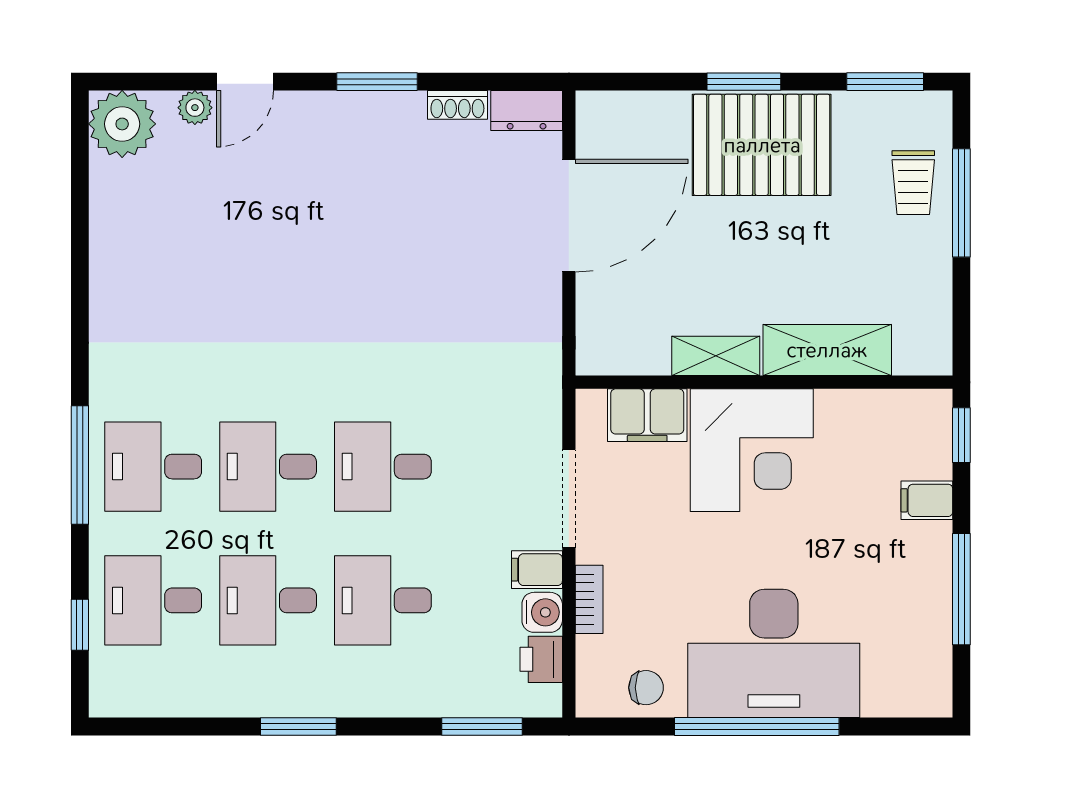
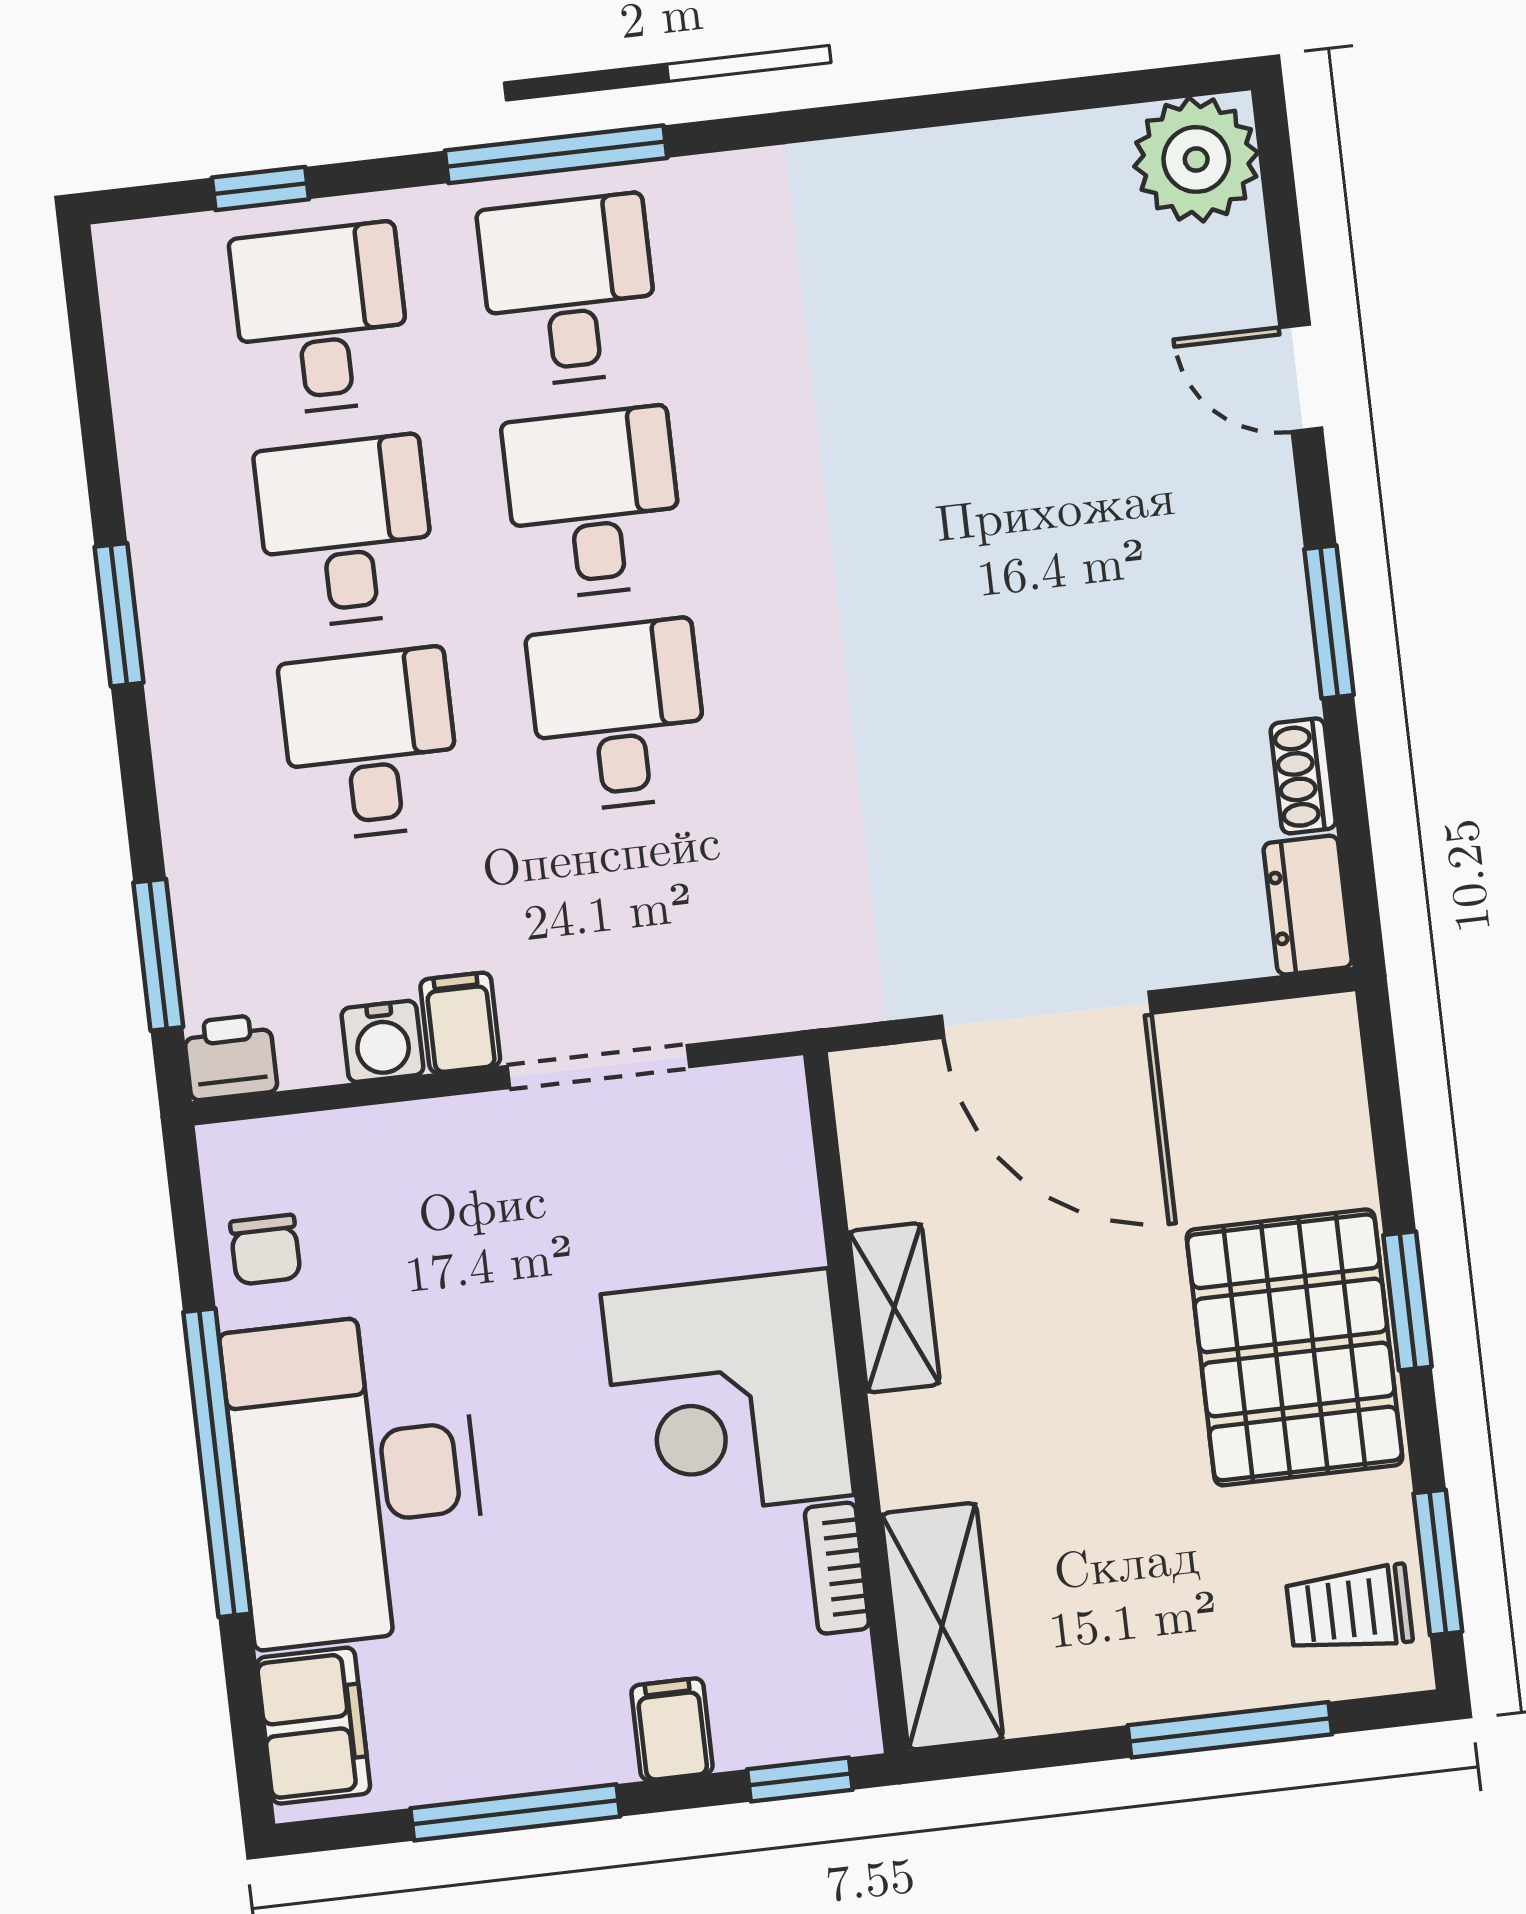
plant: (195, 108) -> (1242, 291), removed
trolley: (913, 183) -> (1349, 1609), moved
door: (569, 216) -> (1046, 1015), moved
shelving: (827, 350) -> (942, 1626), moved
filing cabinet: (647, 415) -> (313, 1726), moved, turned 180
bookcase: (589, 599) -> (837, 1568), moved, turned 90
printer: (541, 659) -> (230, 1057), moved

